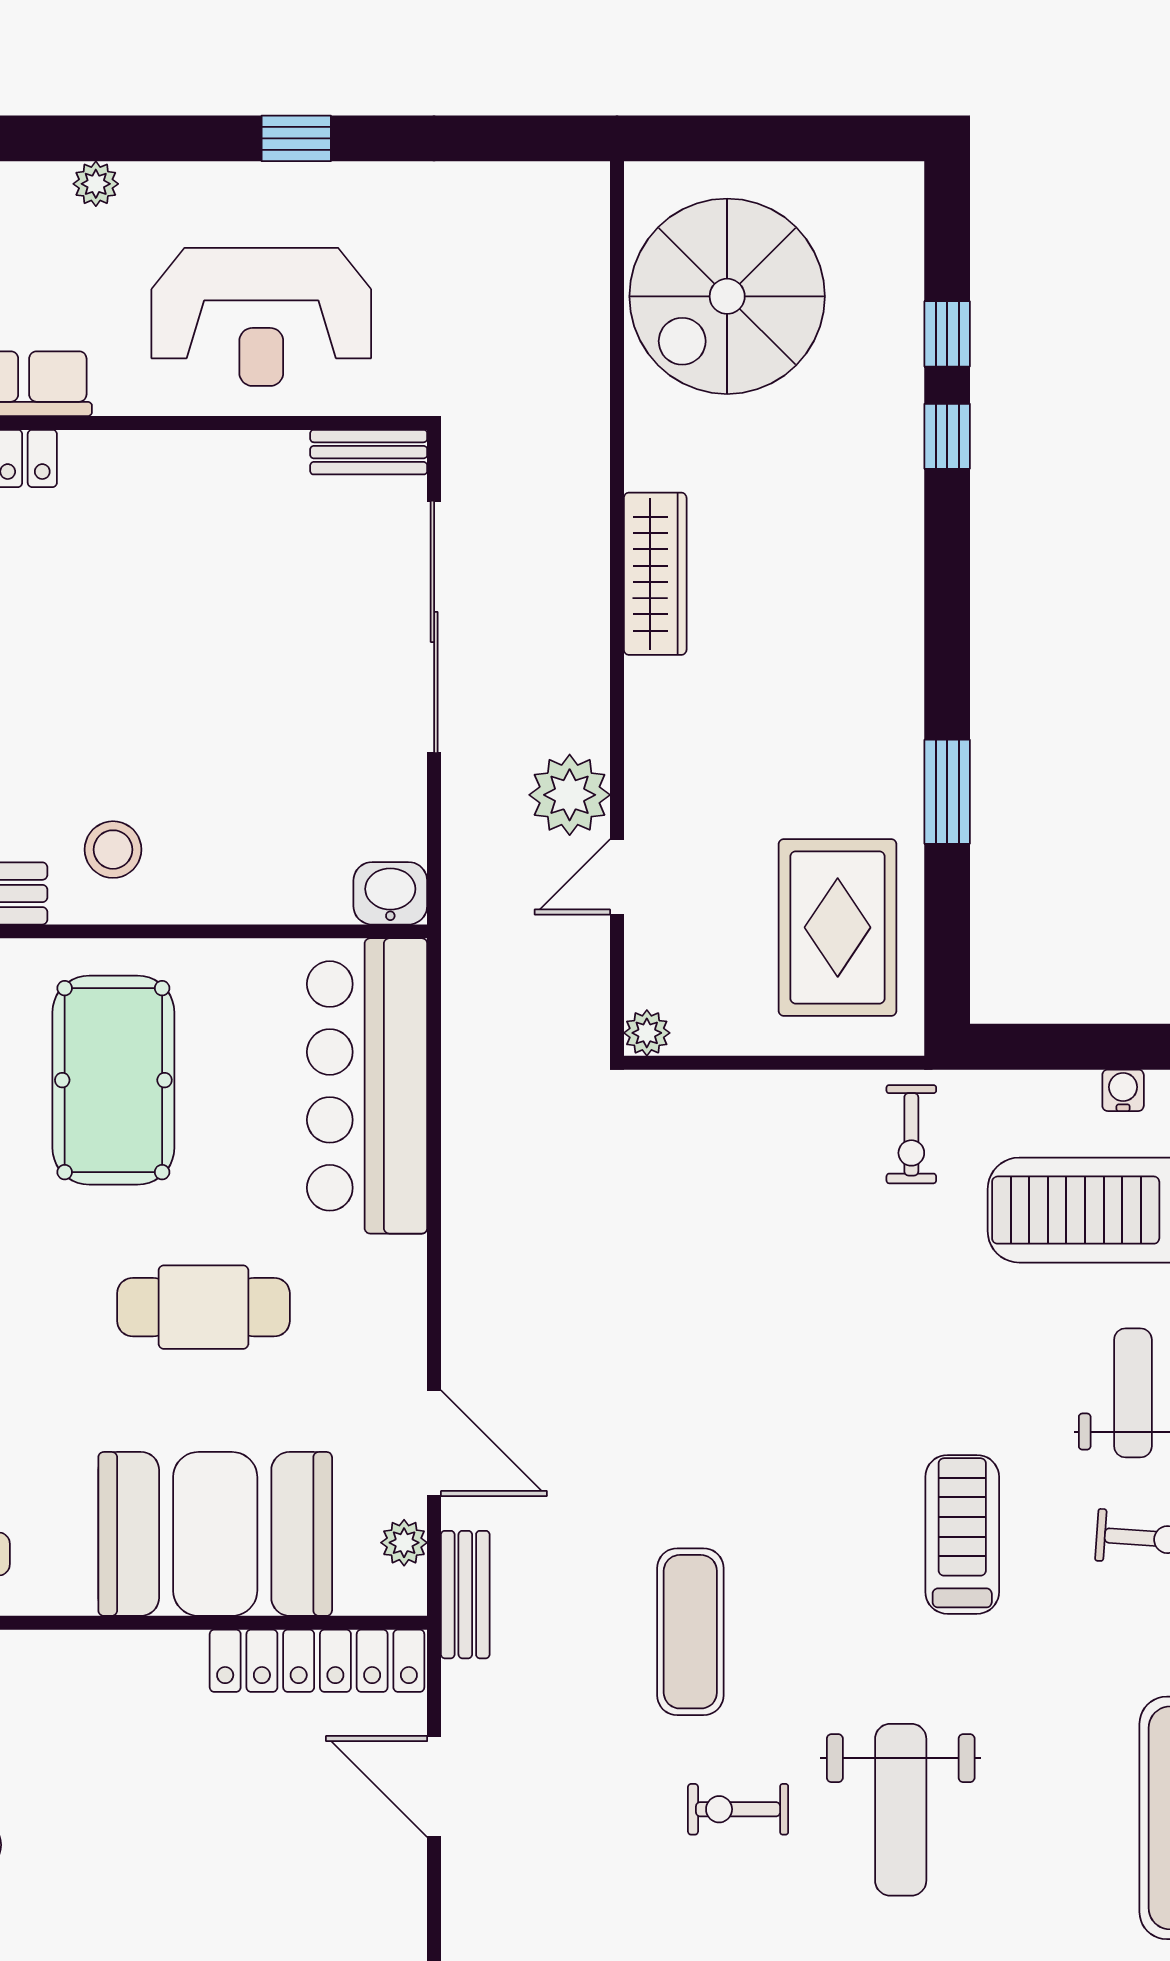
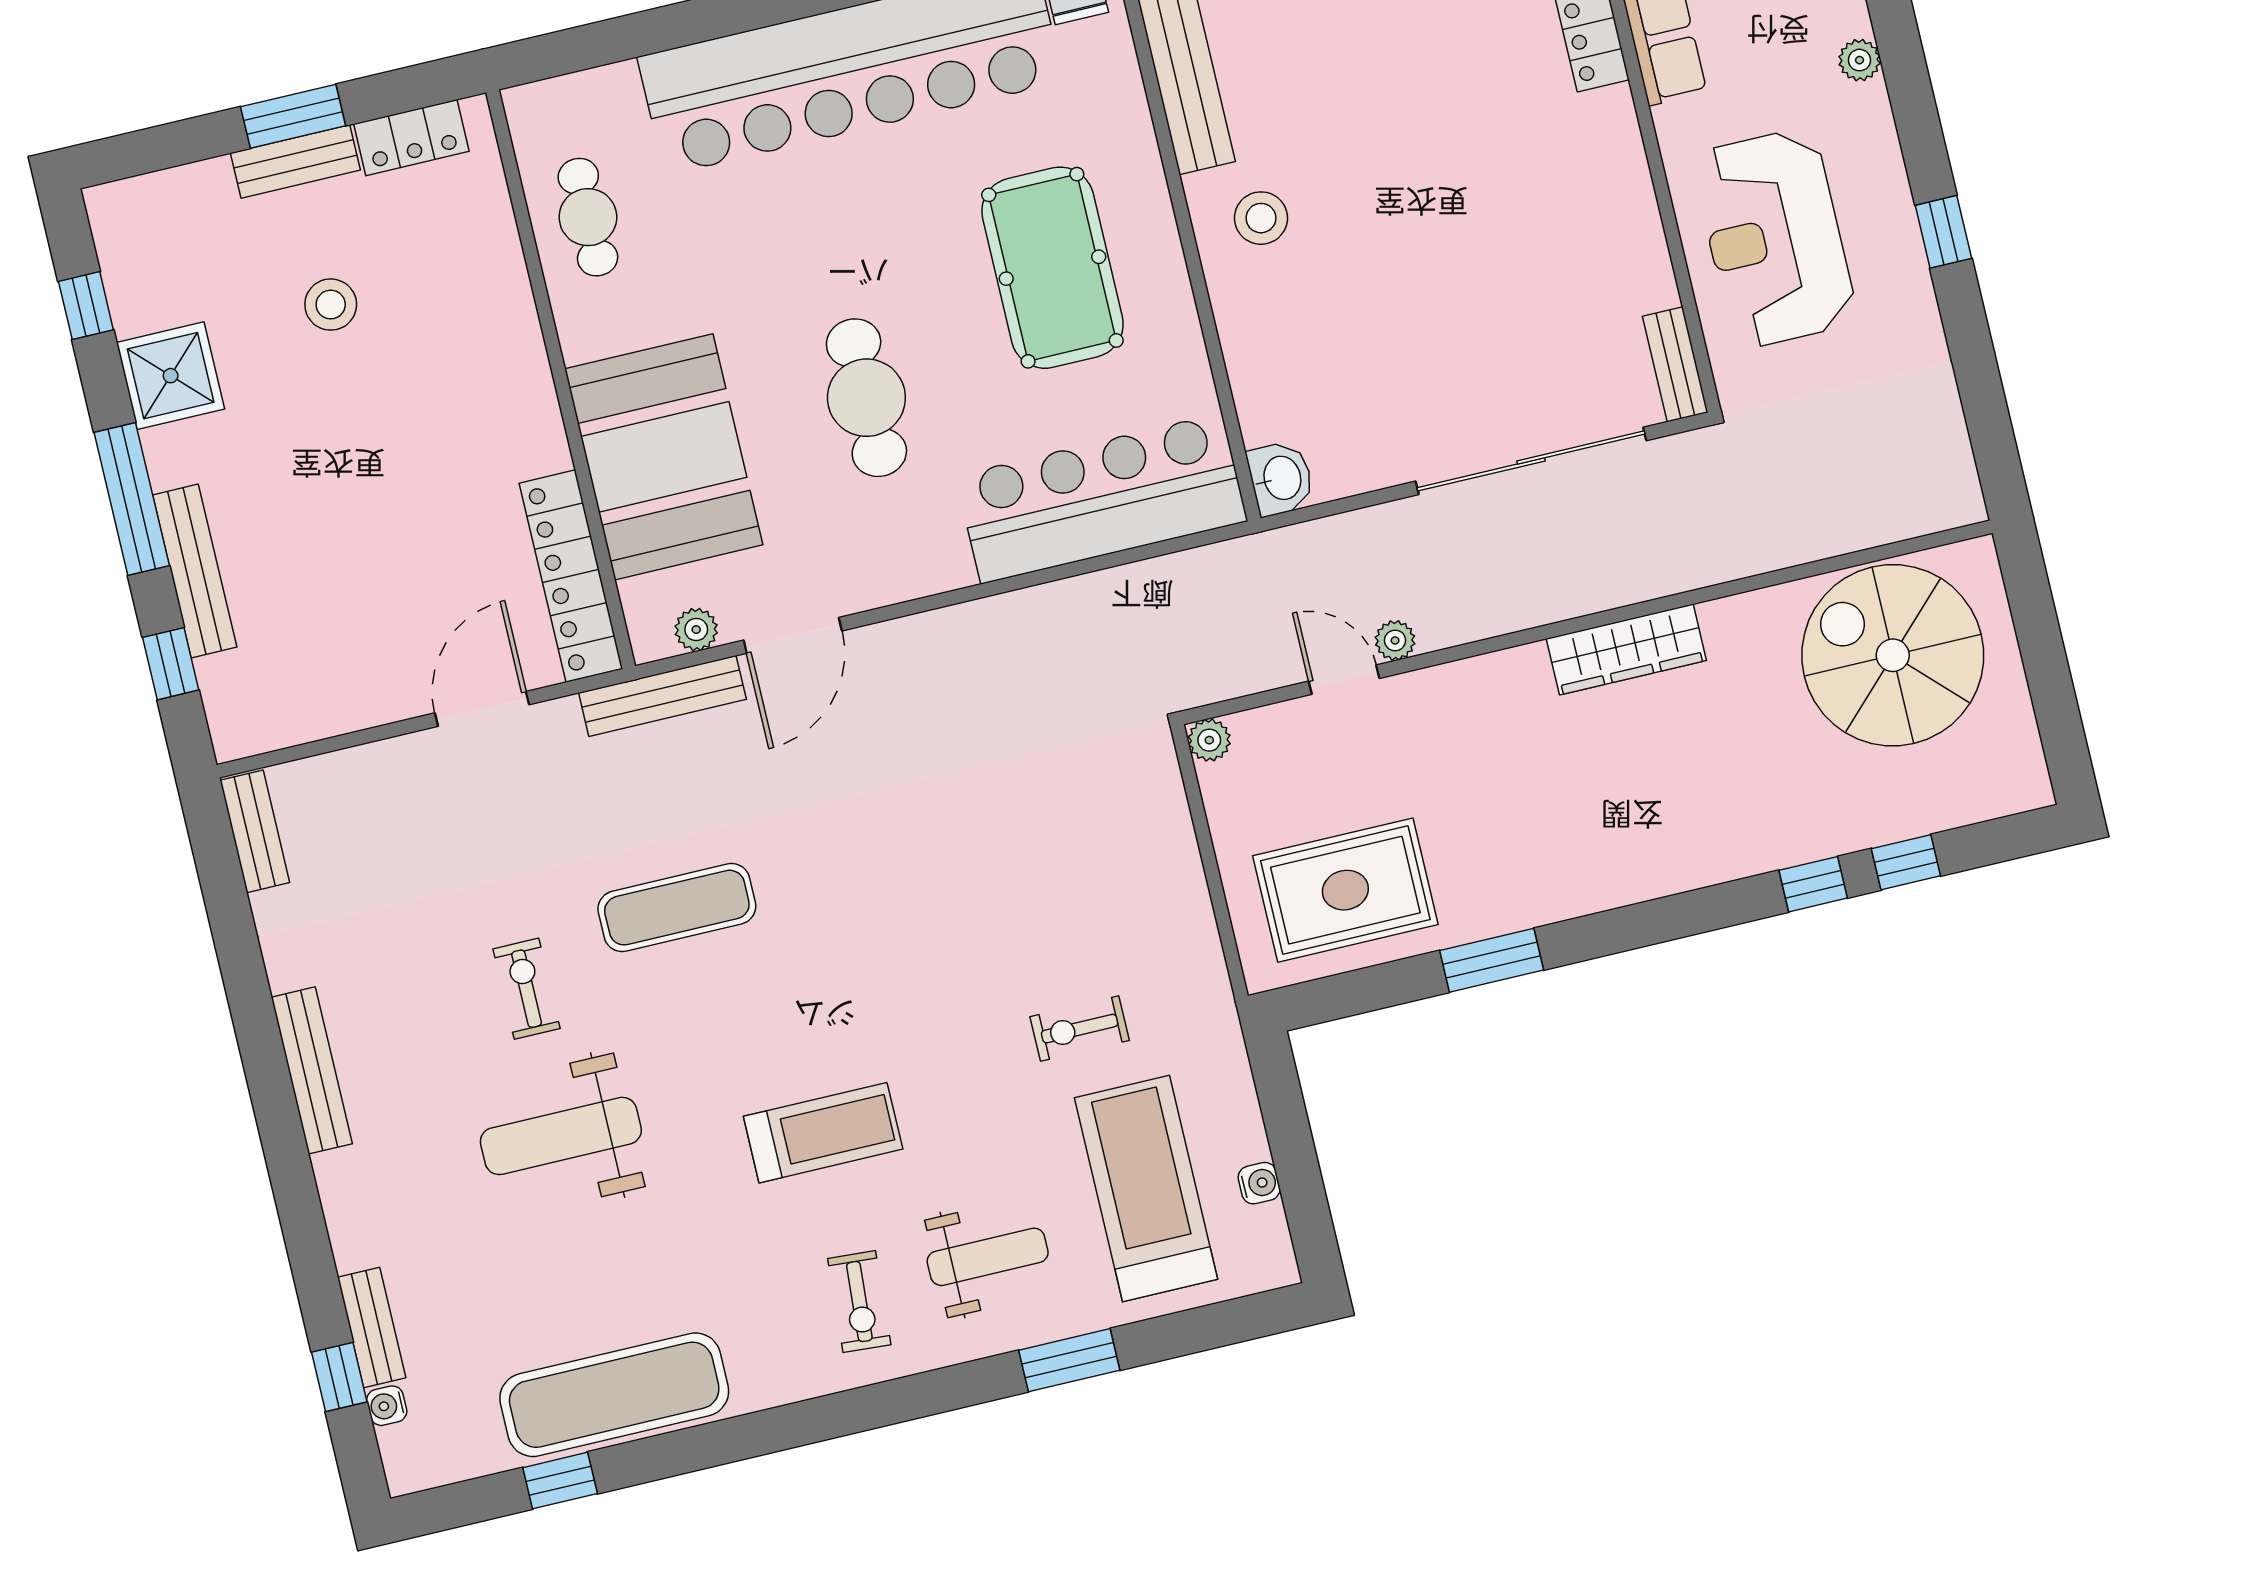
plant: (570, 795) -> (1395, 640), width x0.53, depth x0.53
pool table: (113, 1080) -> (1052, 268), turned 90
exercise bike: (911, 1134) -> (1080, 1029), moved
bench: (465, 1595) -> (662, 696), width x1.36

